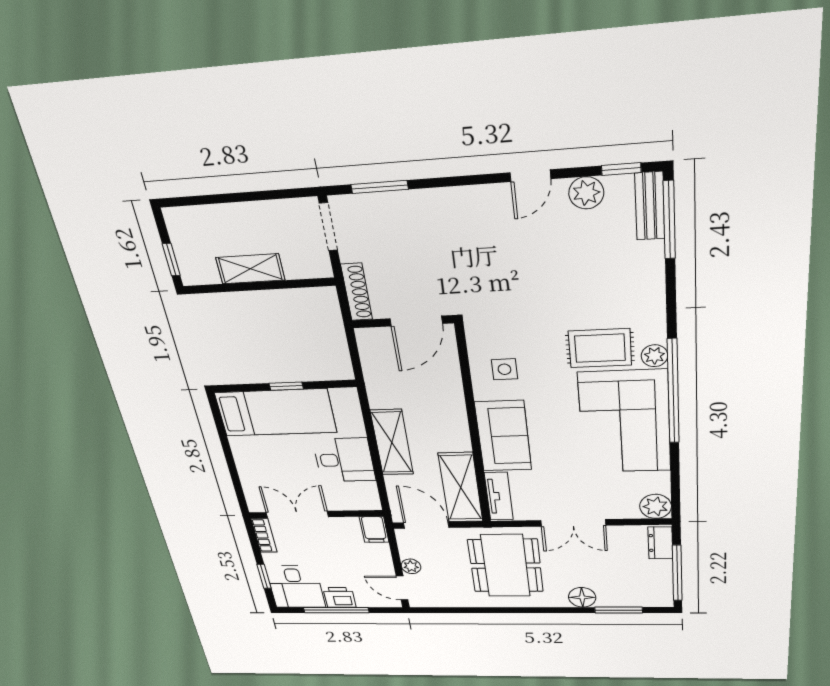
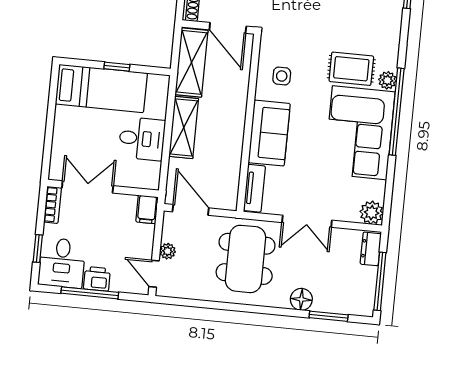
door: (416, 321) -> (228, 28), hinge flipped
shelving: (461, 488) -> (191, 62), moved

